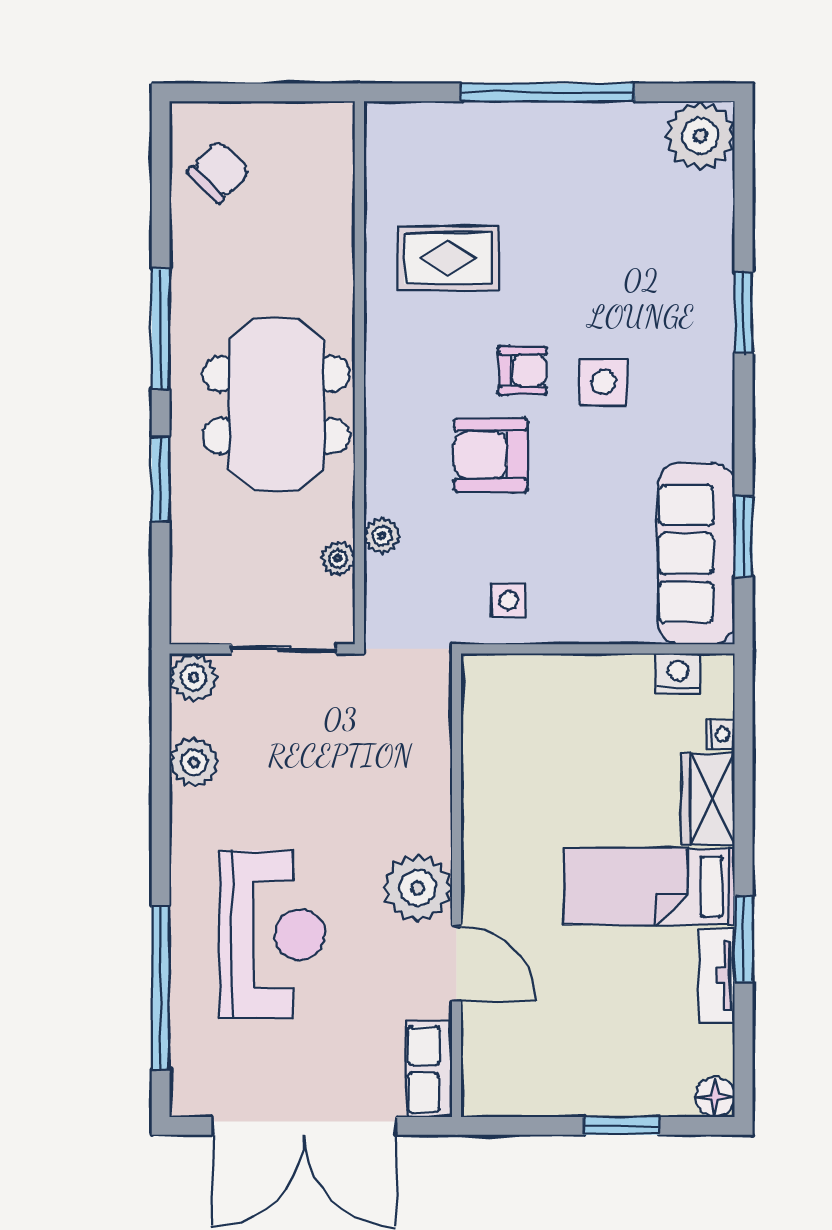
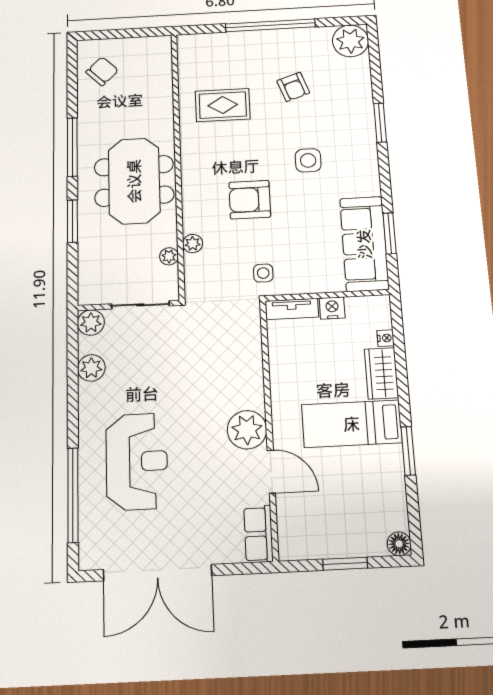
armchair: (522, 370) -> (293, 87), moved, turned 71
nightstand: (678, 673) -> (332, 308), moved
wall: (457, 885) -> (269, 427), moved
plant: (418, 888) -> (247, 430), moved
door: (457, 964) -> (271, 472), moved
tv unit: (717, 976) -> (292, 309), moved, turned -90
row of seats: (429, 1069) -> (258, 534), moved

